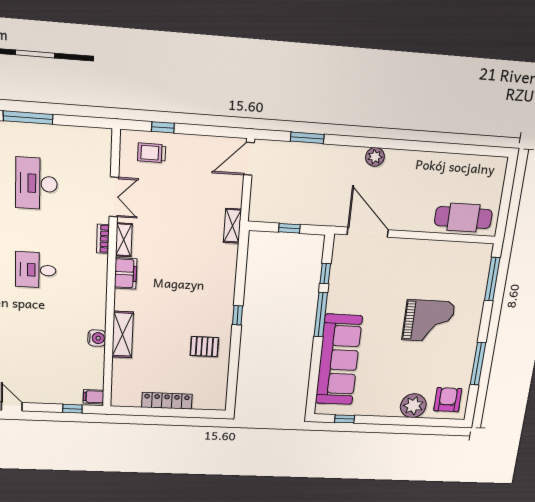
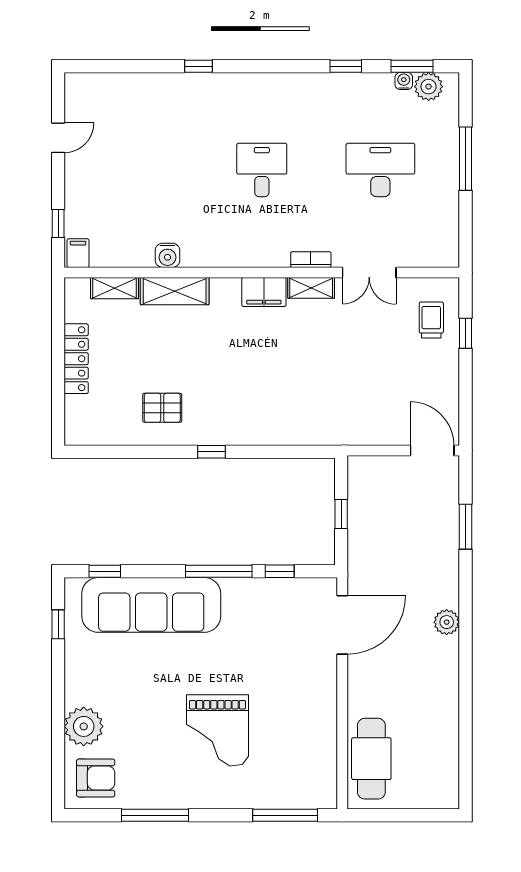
shelving: (232, 226) -> (115, 288), moved
pallet: (204, 347) -> (162, 408), turned 90
window: (313, 388) -> (105, 571), added

